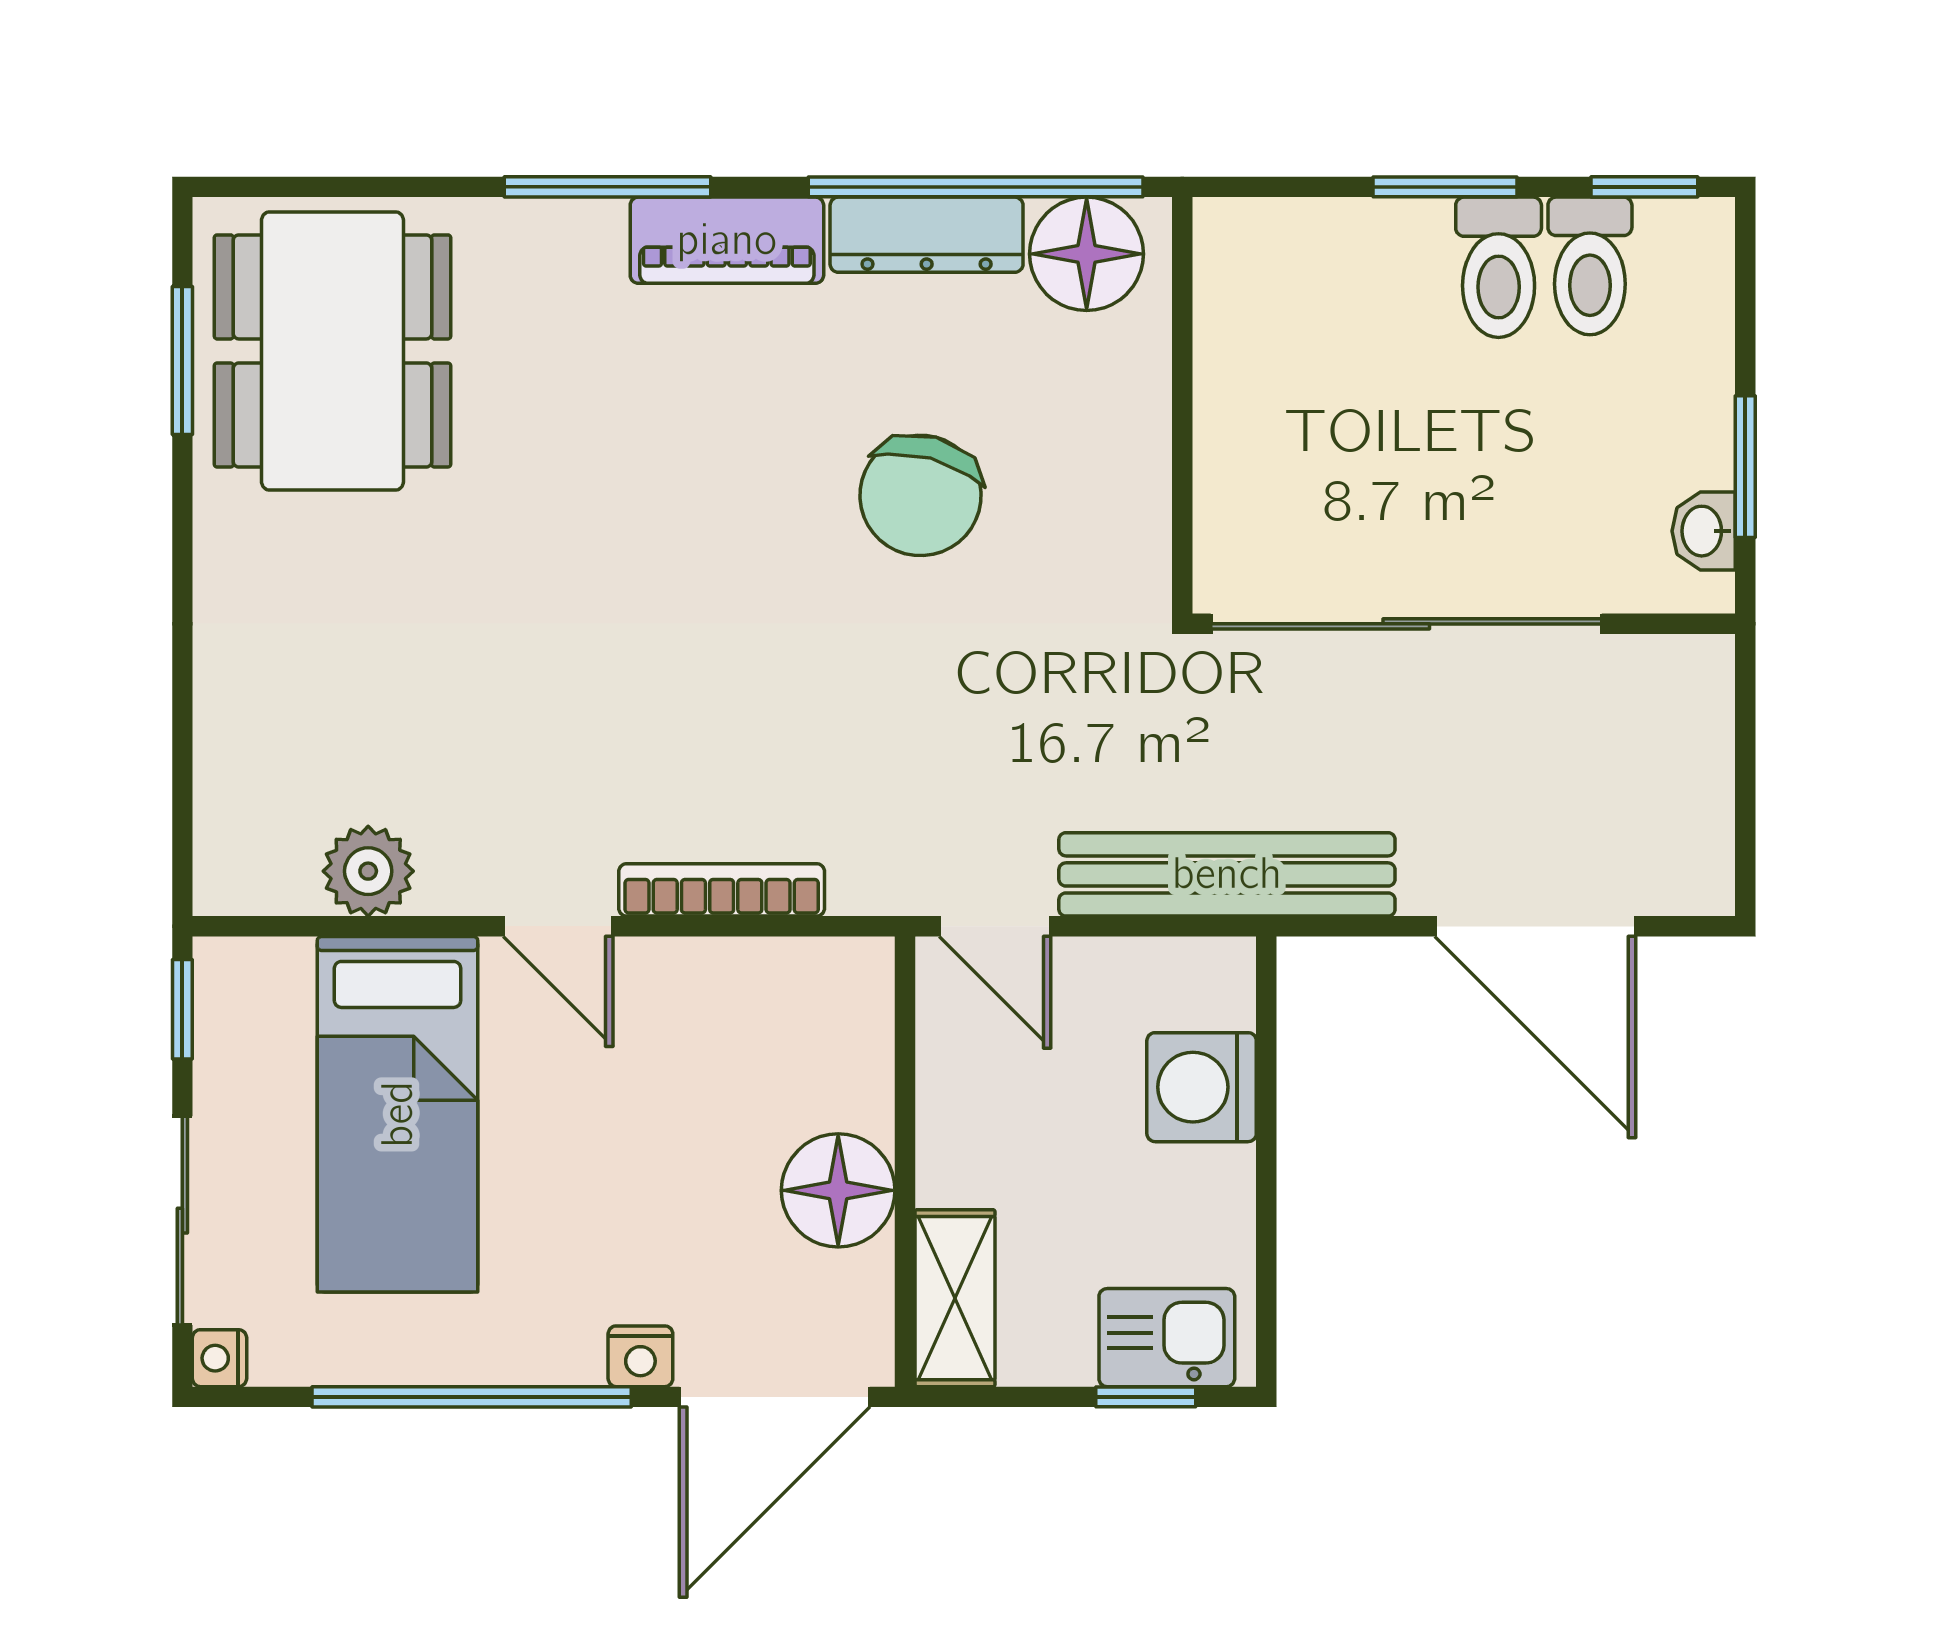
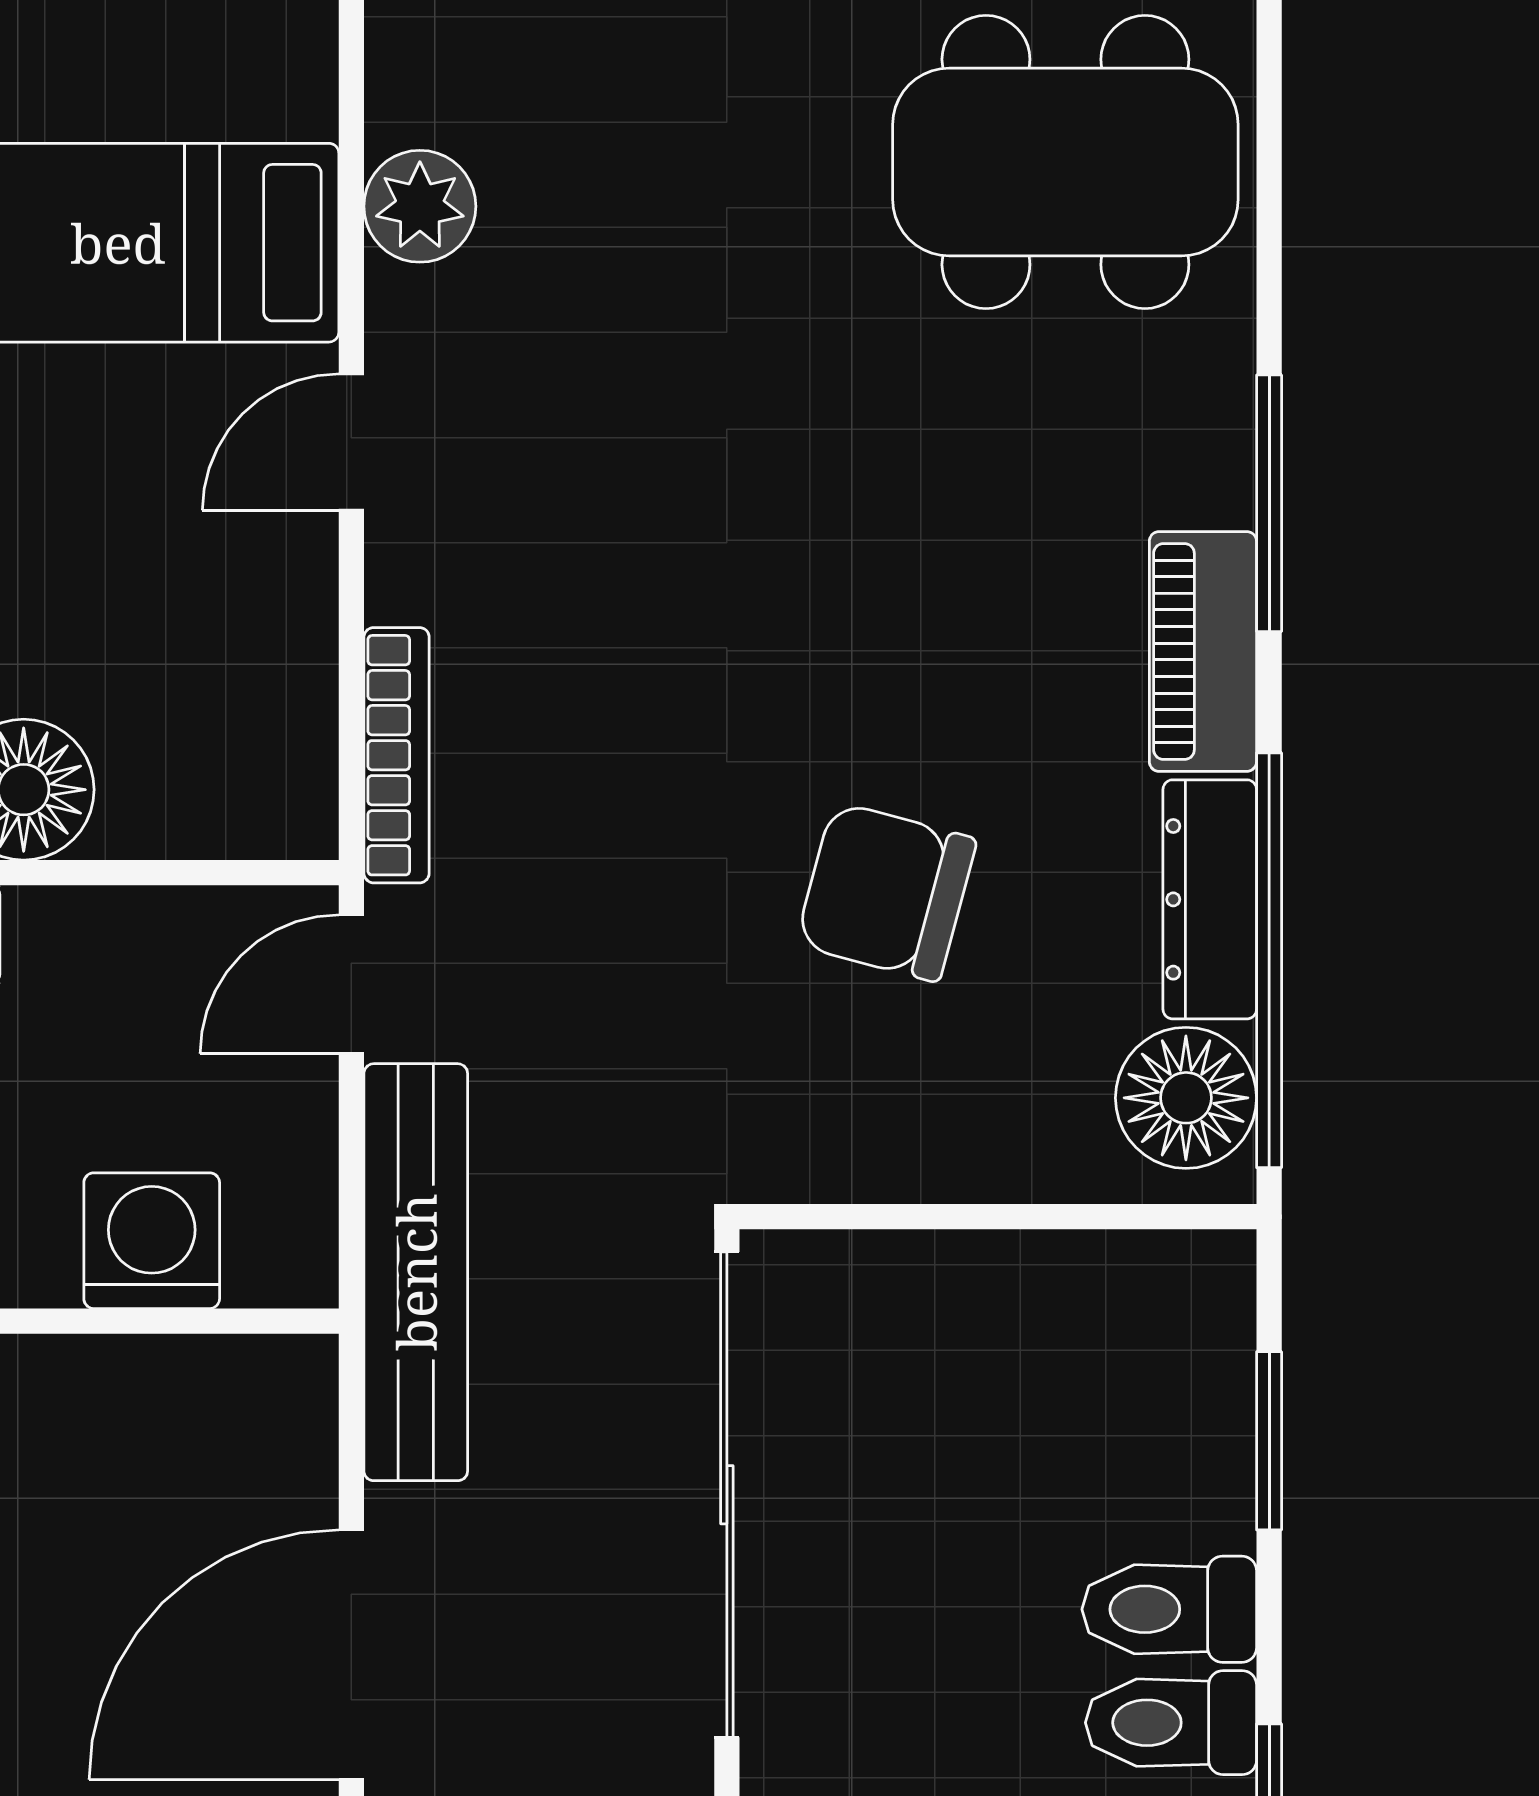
window: (1445, 187) -> (1269, 1441), moved
bookcase: (722, 890) -> (397, 755), moved

